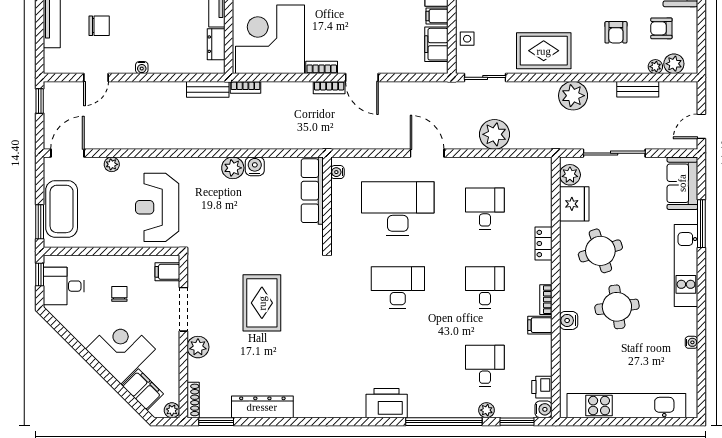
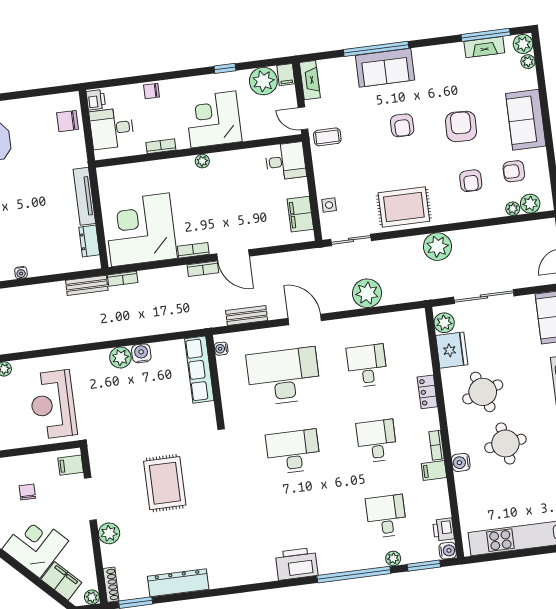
filing cabinet: (437, 16) -> (297, 187), removed
bench: (638, 89) -> (247, 316), moved

